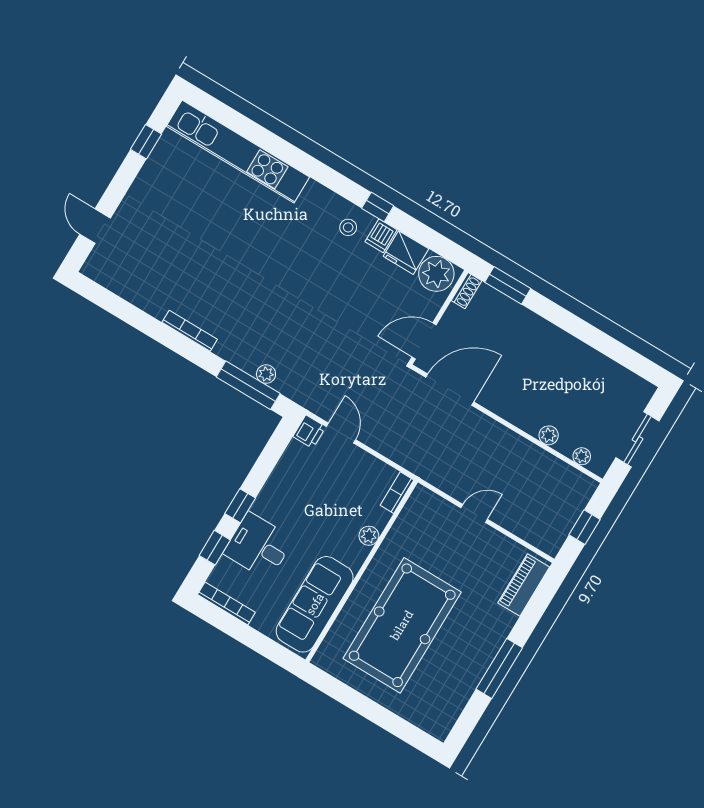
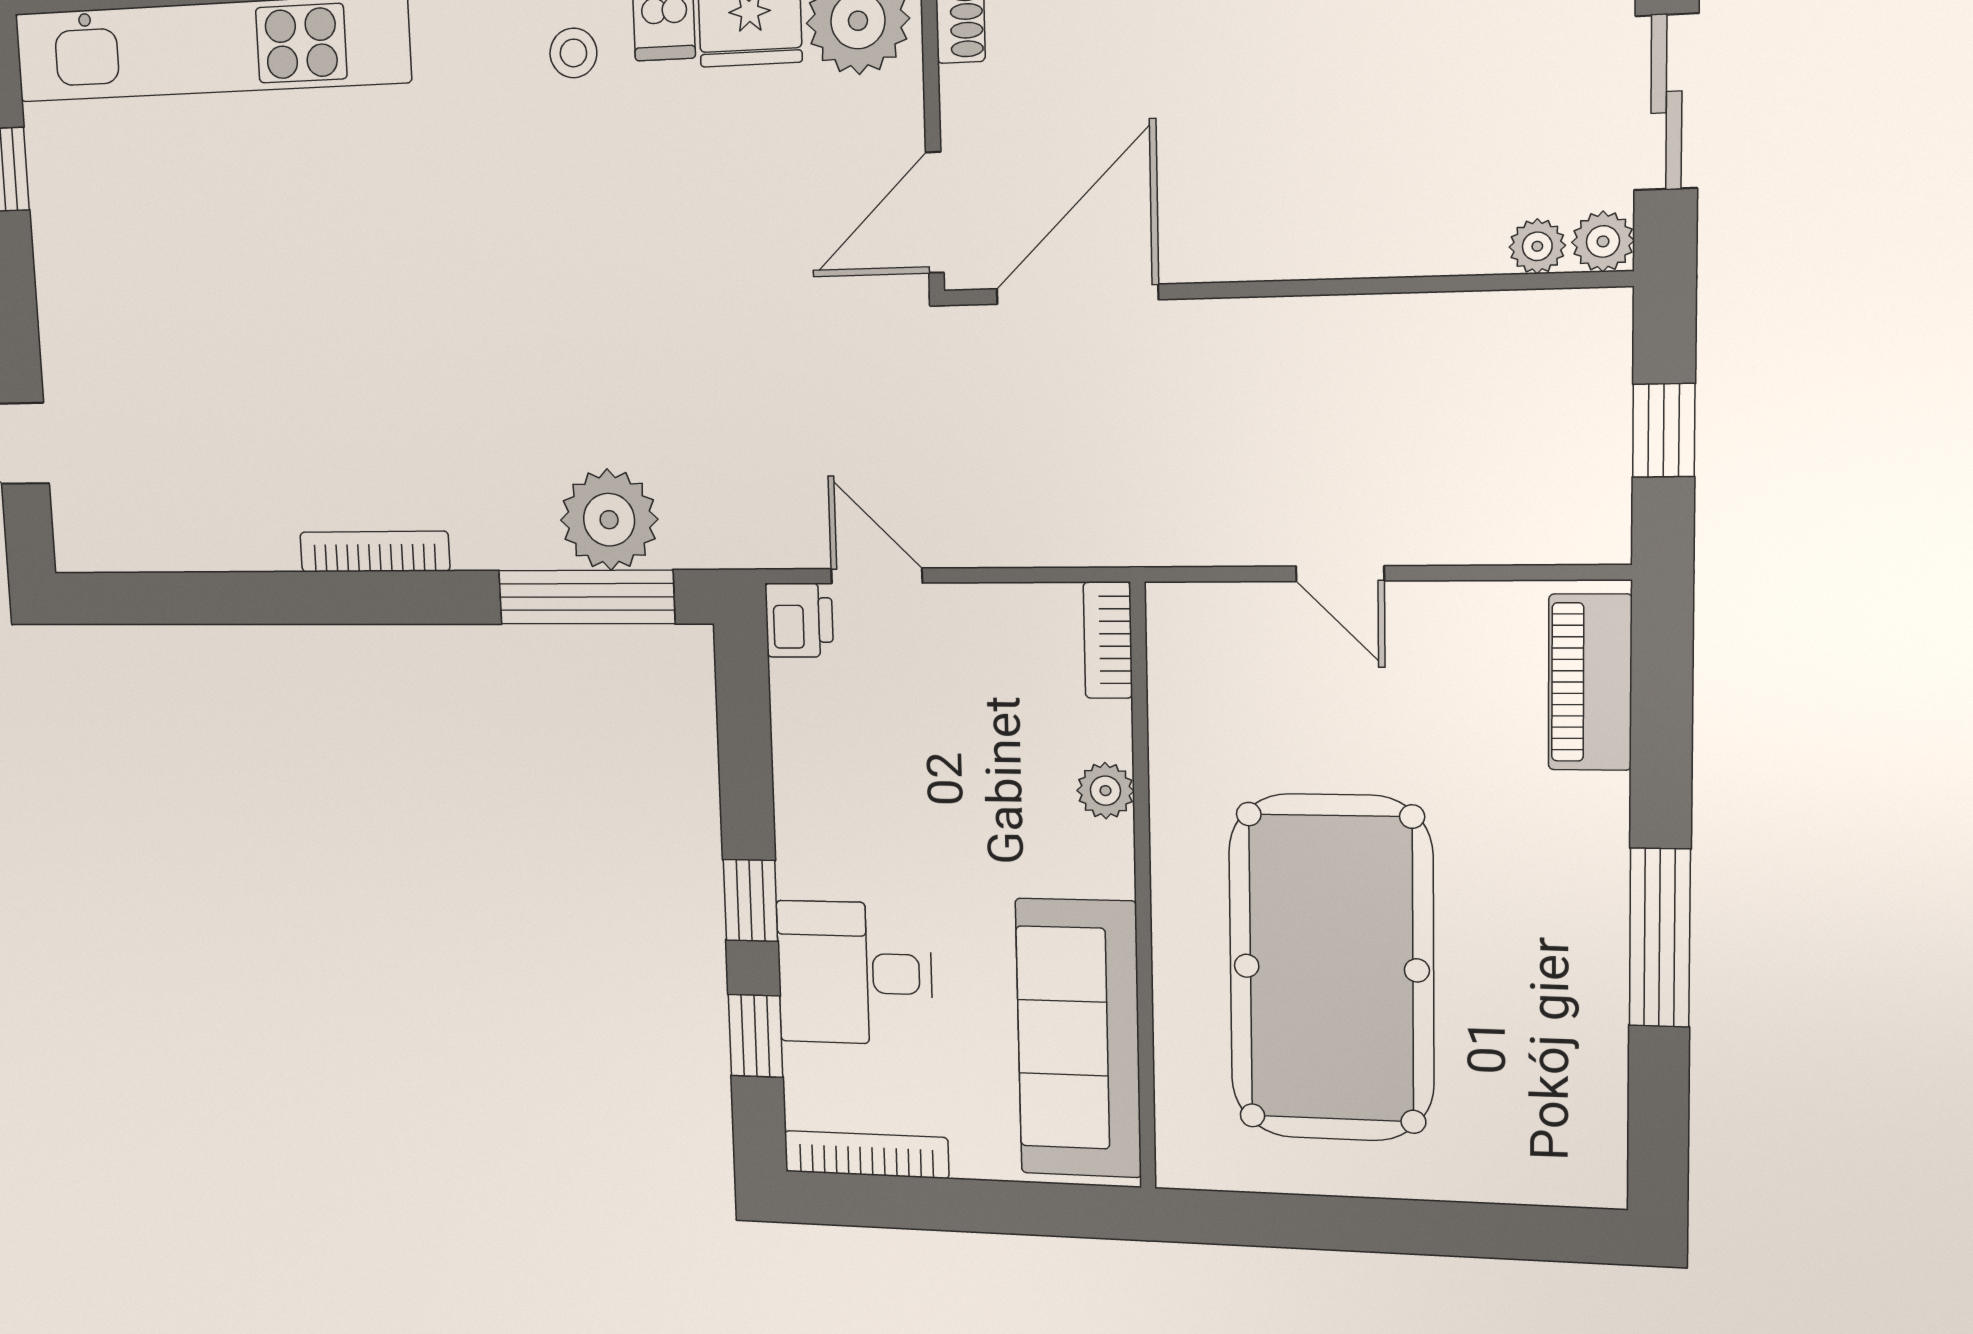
plant: (266, 374) -> (609, 520), width x1.87, depth x1.87
plant: (549, 435) -> (1603, 241), moved
door: (474, 513) -> (1340, 574), swing flipped

